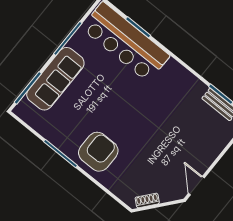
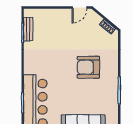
armchair: (98, 152) -> (88, 67), moved

